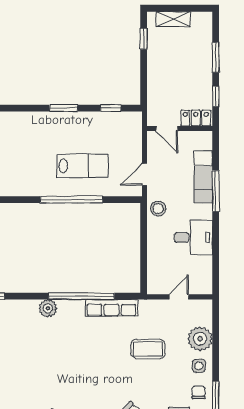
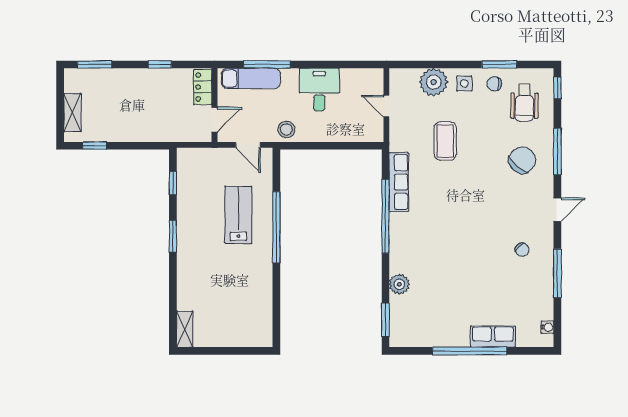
window: (216, 57) -> (95, 64), moved
locker: (196, 118) -> (203, 87), moved
door: (167, 128) -> (215, 120), moved
wall: (180, 128) -> (215, 105), moved
plant: (48, 308) -> (399, 284), moved

